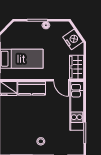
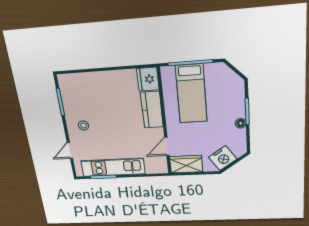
kitchen unit: (77, 106) -> (113, 167), moved

